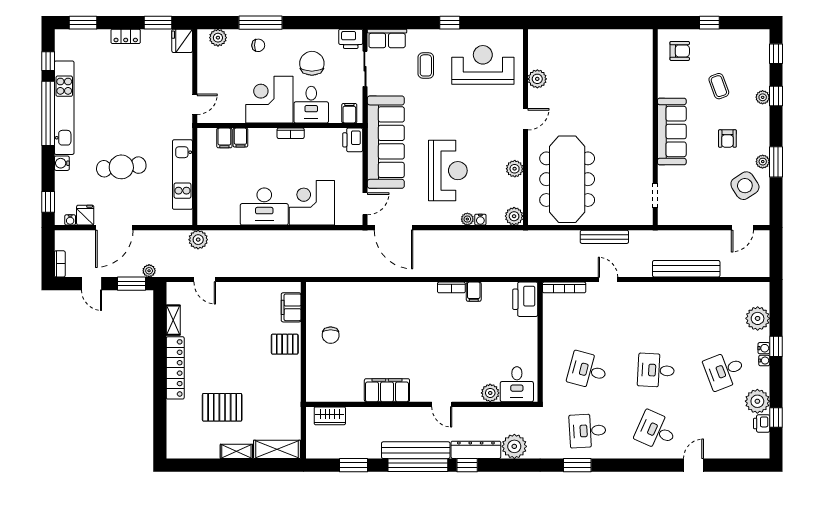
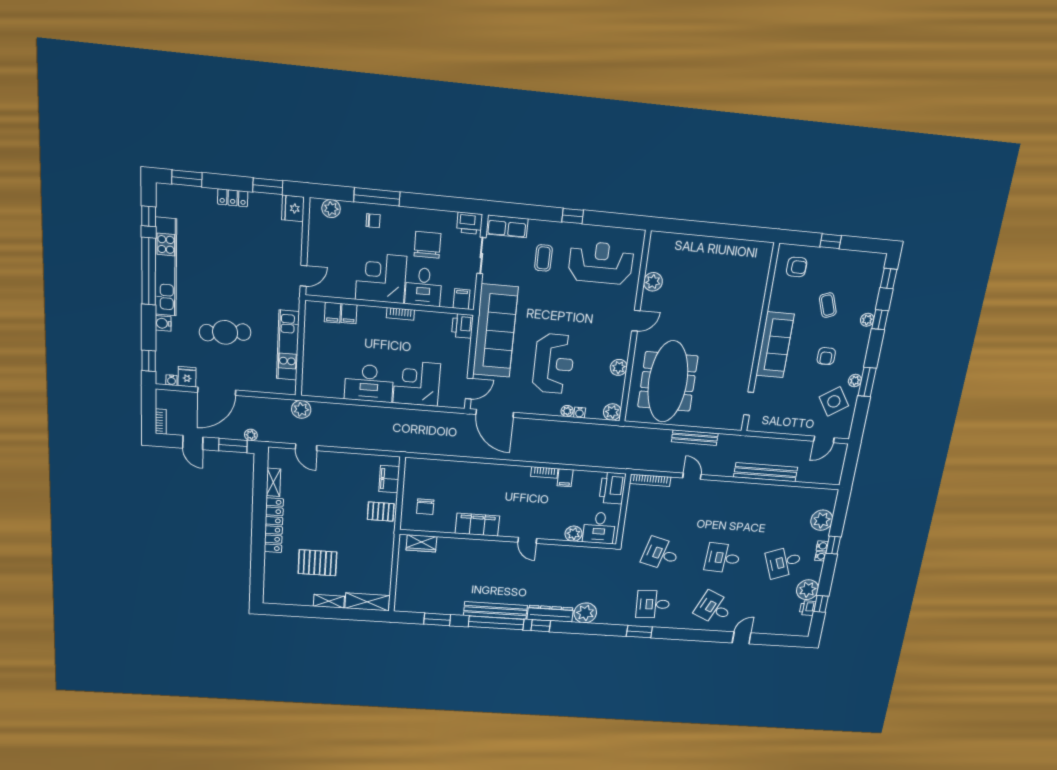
desk: (517, 384) -> (599, 528), moved
filing cabinet: (387, 390) -> (477, 525), moved
plant: (490, 393) -> (574, 534), moved
wall: (422, 404) -> (509, 539), moved
door: (442, 404) -> (527, 540), moved
wardrobe: (330, 416) -> (421, 543), moved

